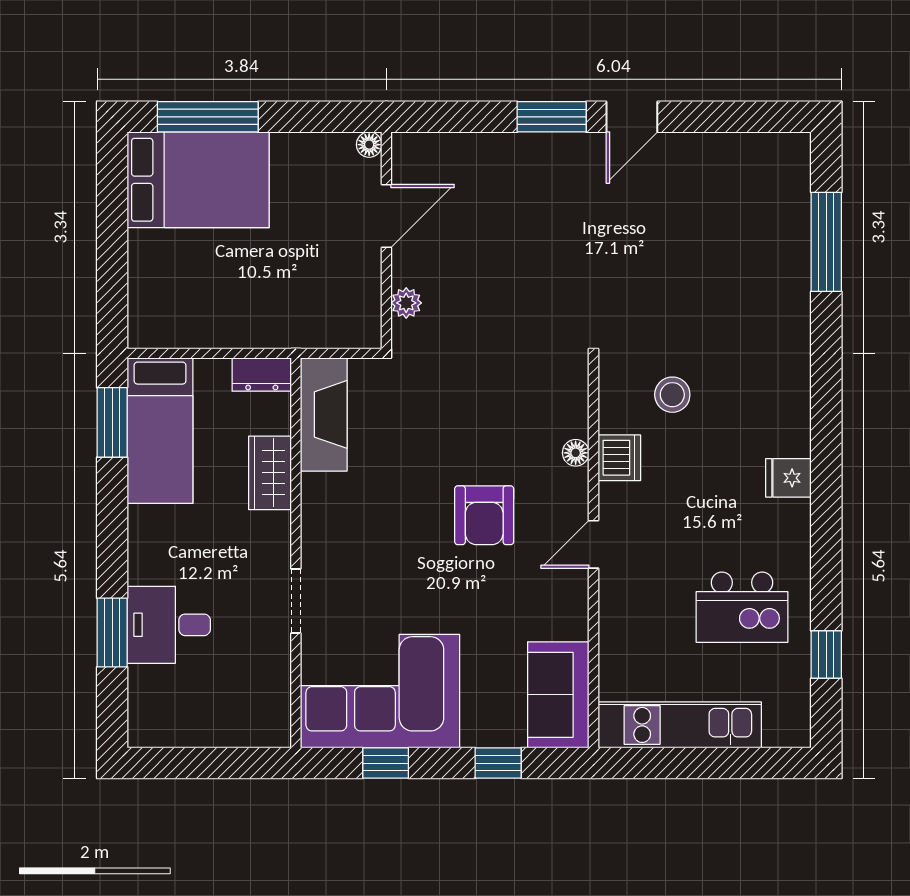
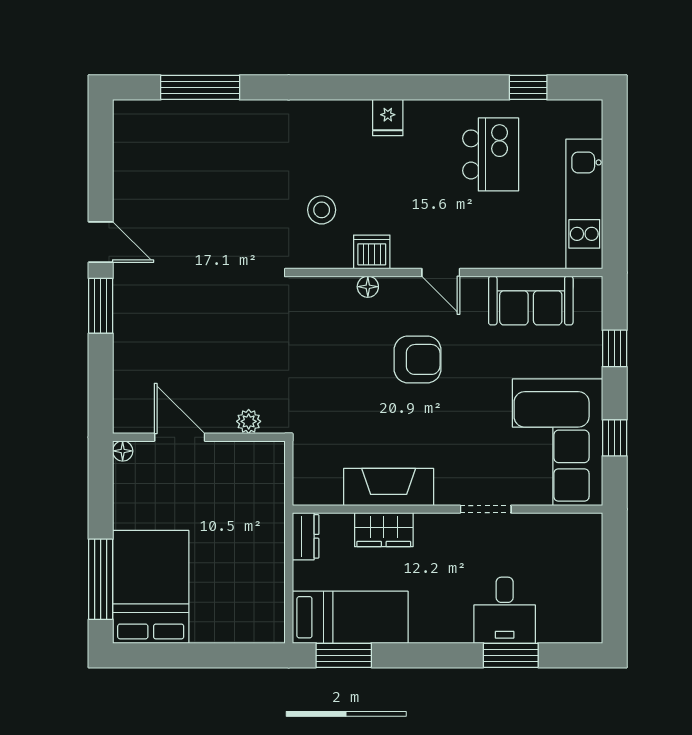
fireplace: (324, 414) -> (389, 487), moved
sofa: (558, 695) -> (531, 301), moved

